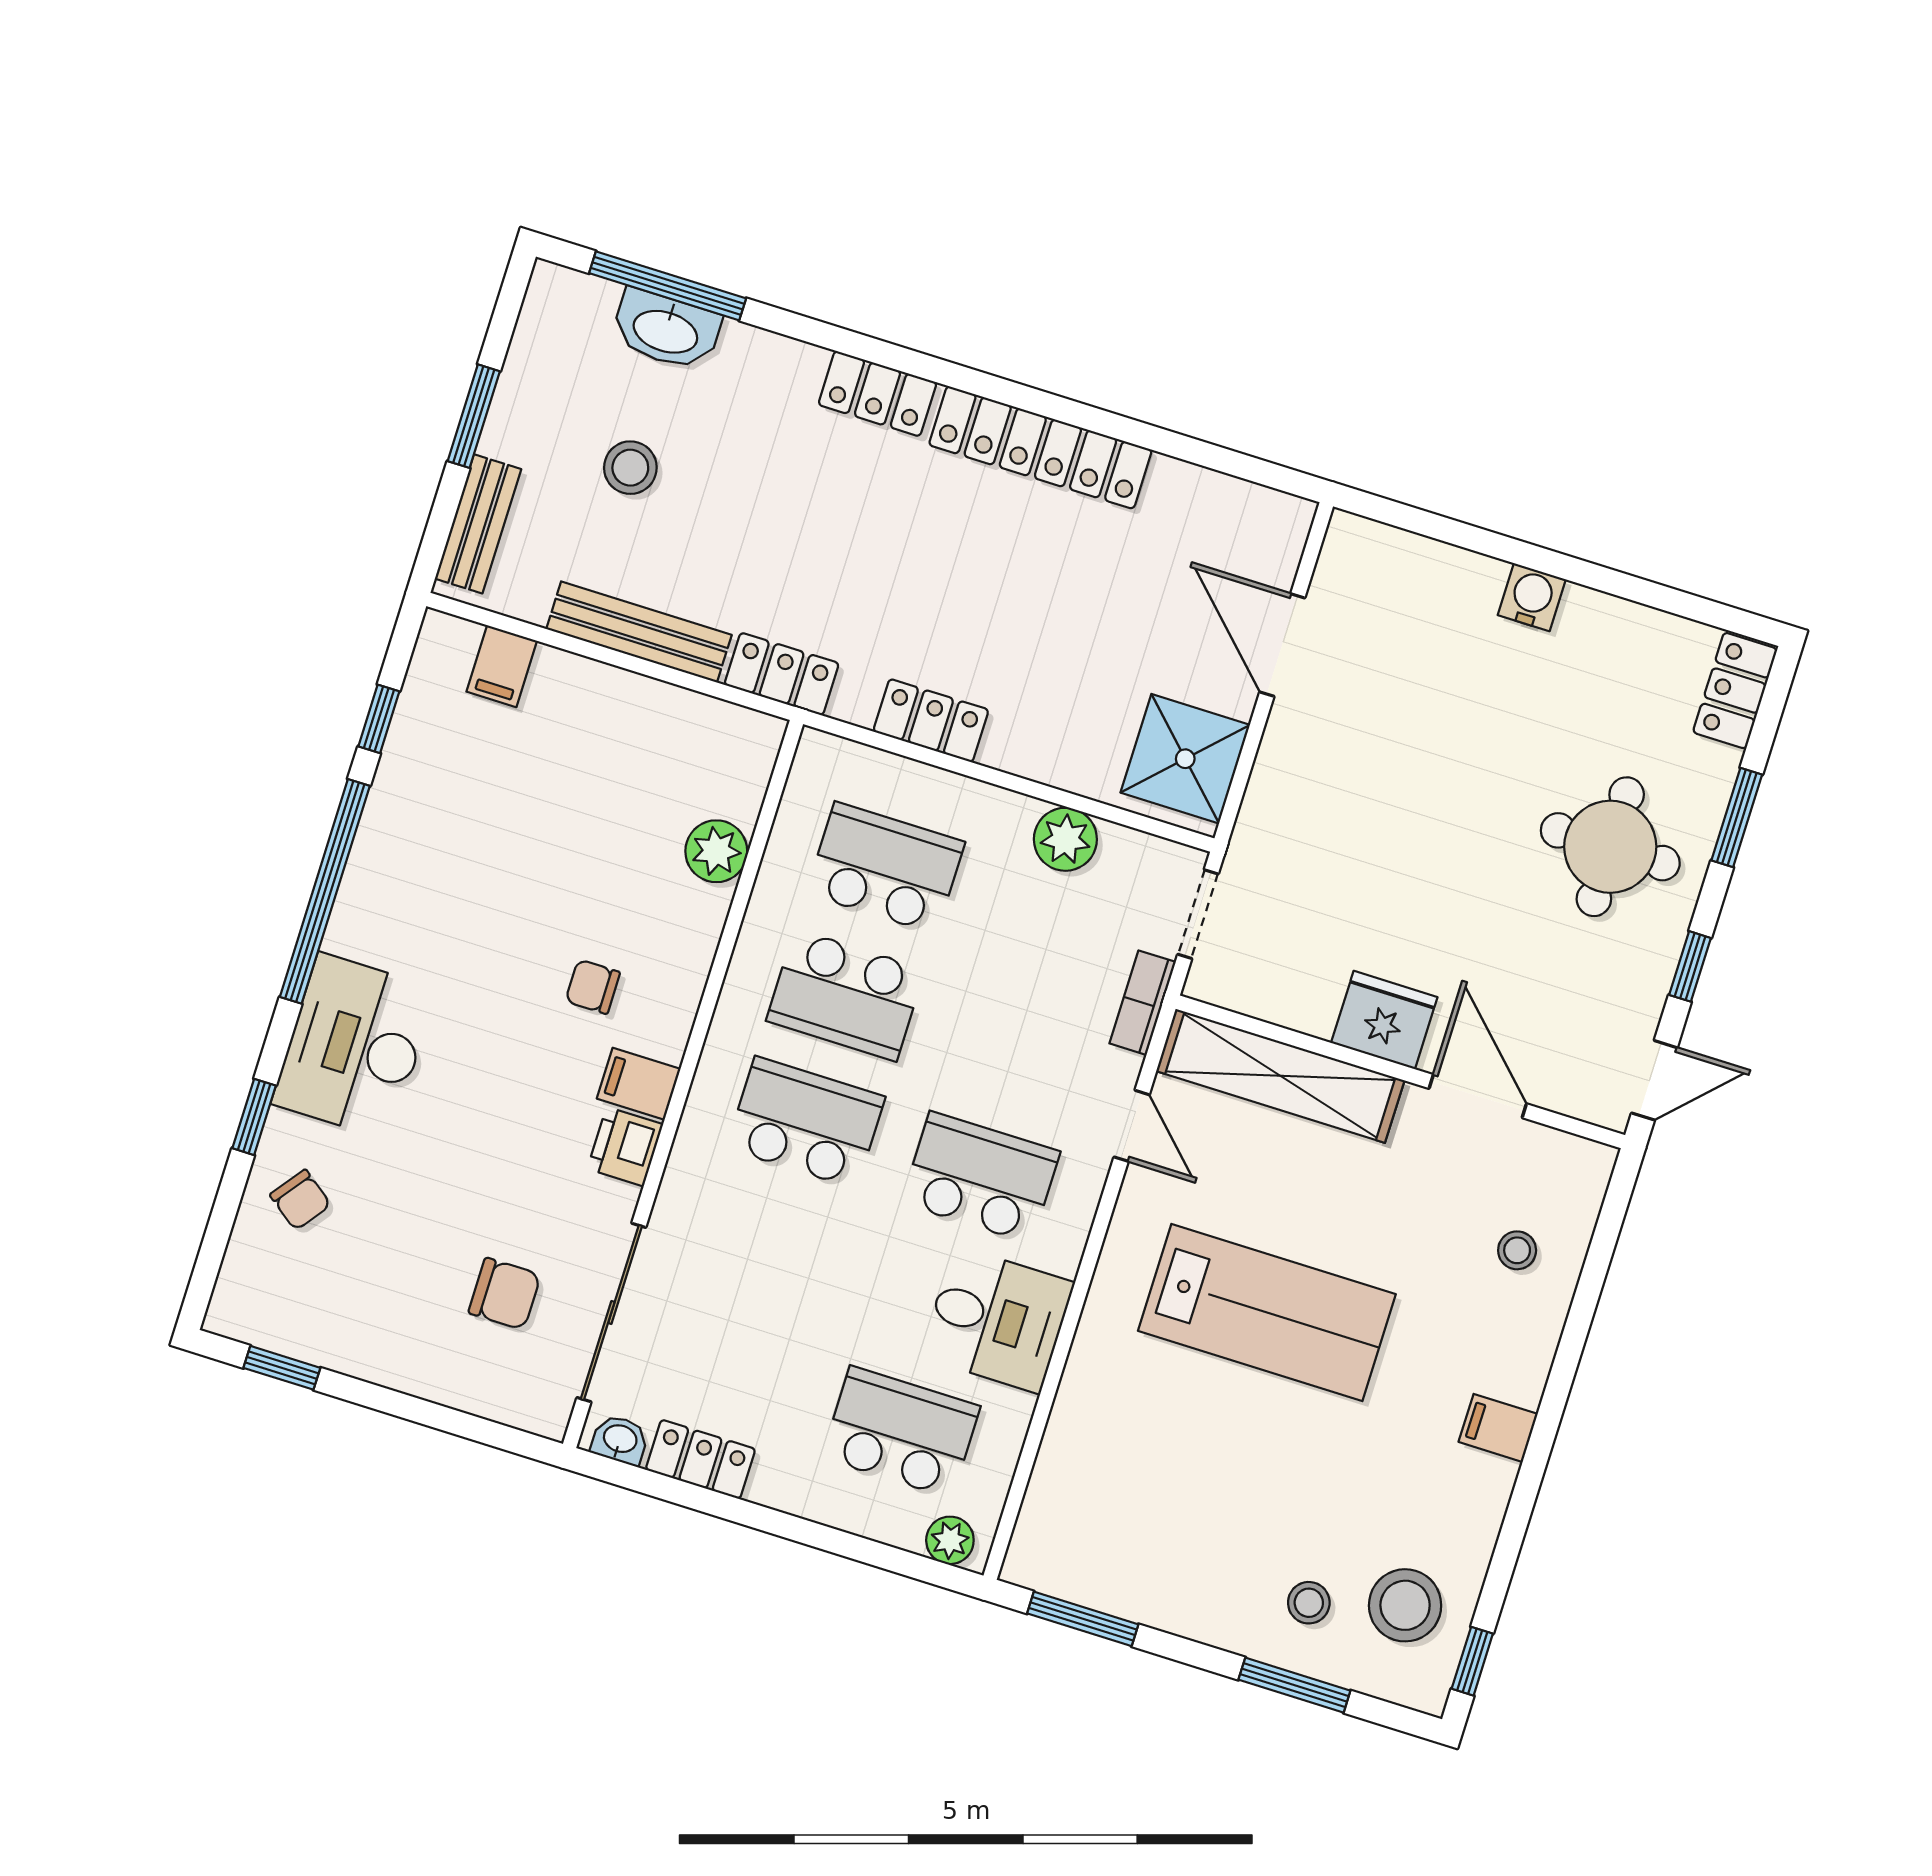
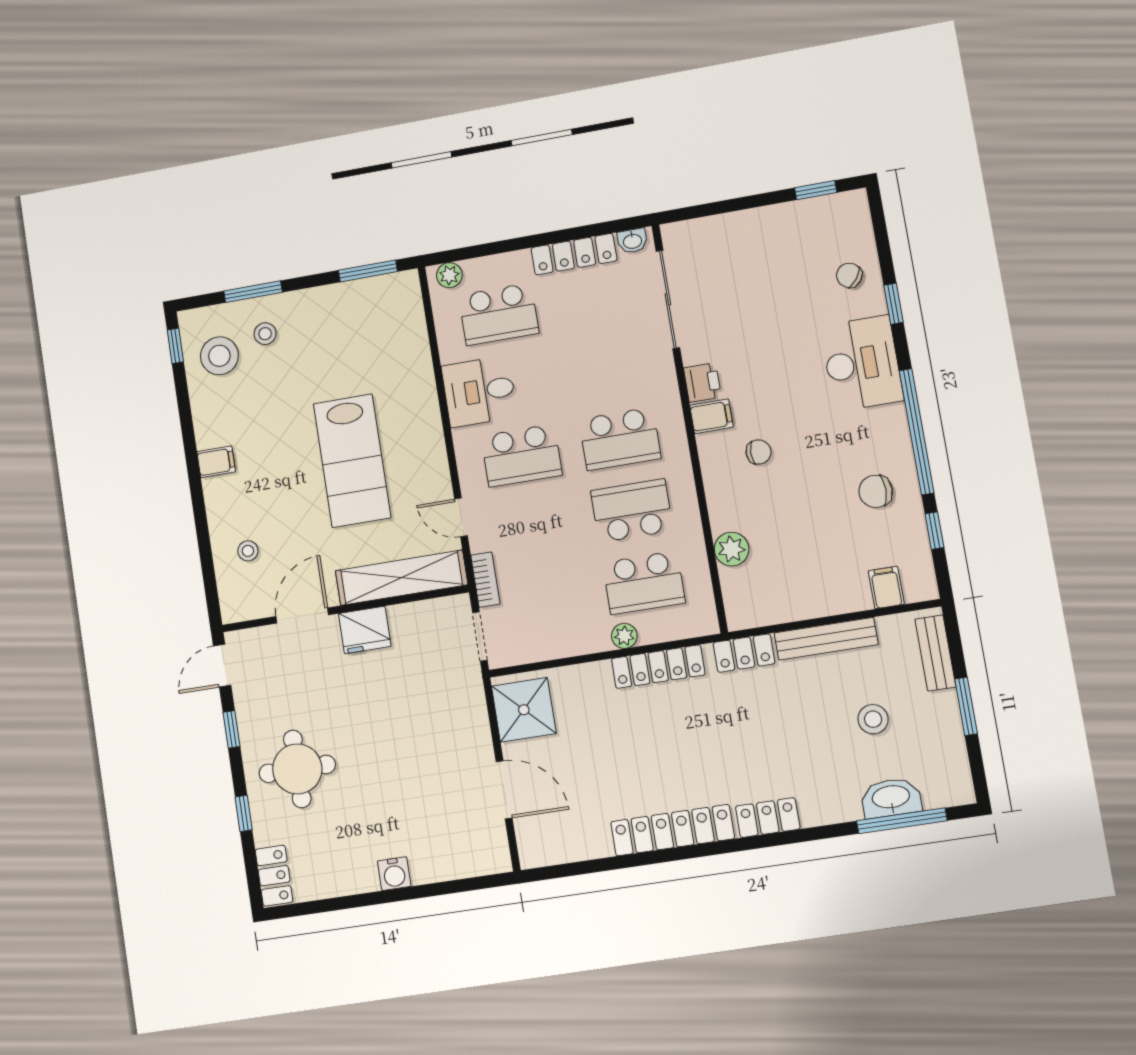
locker: (931, 721) -> (658, 667), width x1.53
window: (1737, 817) -> (244, 813), width x0.67
plant: (1065, 839) -> (624, 636), moved, width x0.73, depth x0.73
door: (1478, 1096) -> (302, 616), swing flipped
chair: (505, 1294) -> (876, 491), moved
lab bench: (1267, 1313) -> (352, 461), turned -90
locker: (700, 1459) -> (574, 254), width x1.53

